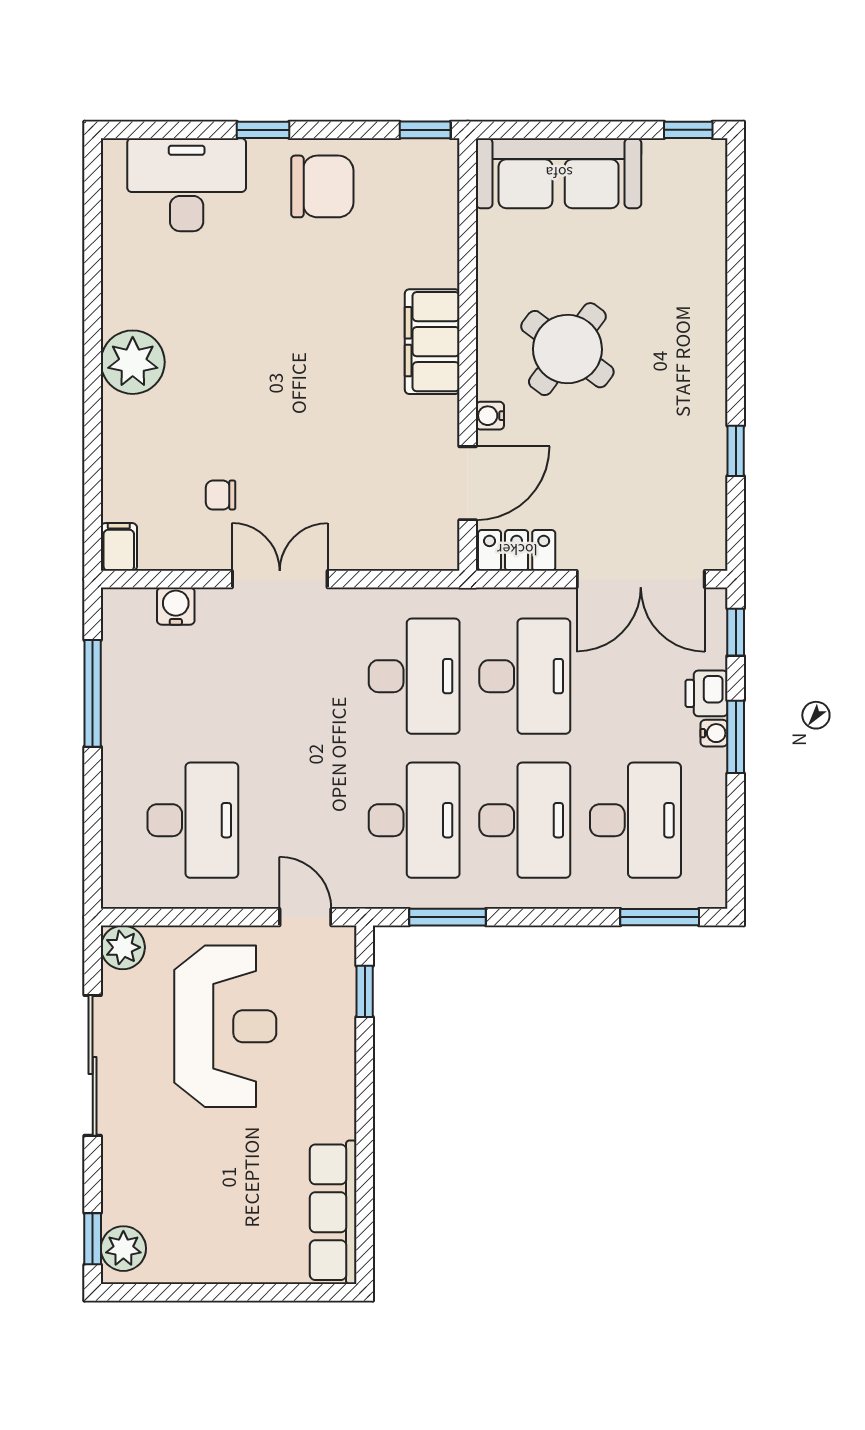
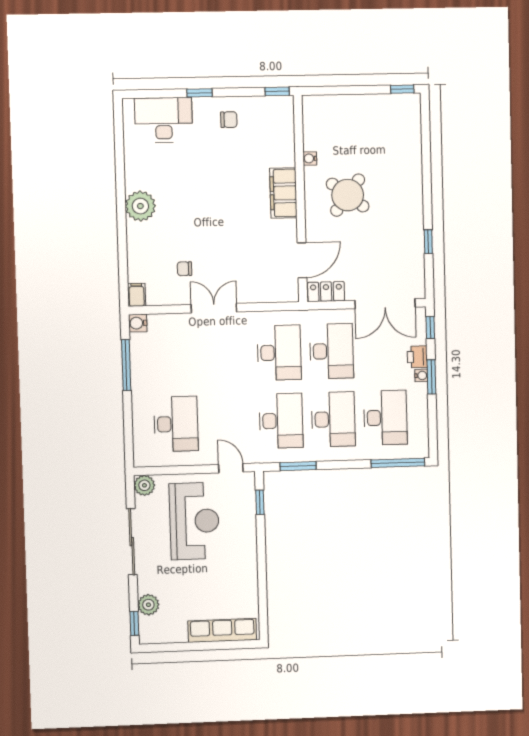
sofa: (559, 173) -> (341, 111), removed
chair: (322, 186) -> (229, 120), width x0.54, depth x0.54
water cooler: (490, 416) -> (310, 158), moved
water cooler: (176, 606) -> (138, 323), moved, turned -90
window: (660, 917) -> (398, 463), width x1.44
row of seats: (333, 1212) -> (222, 630), moved, turned 90
plant: (123, 1249) -> (148, 605), moved

